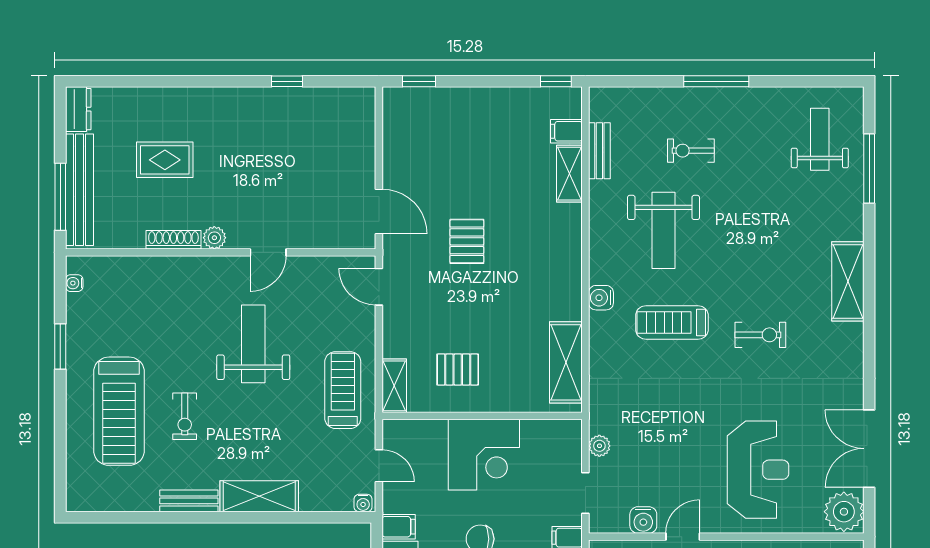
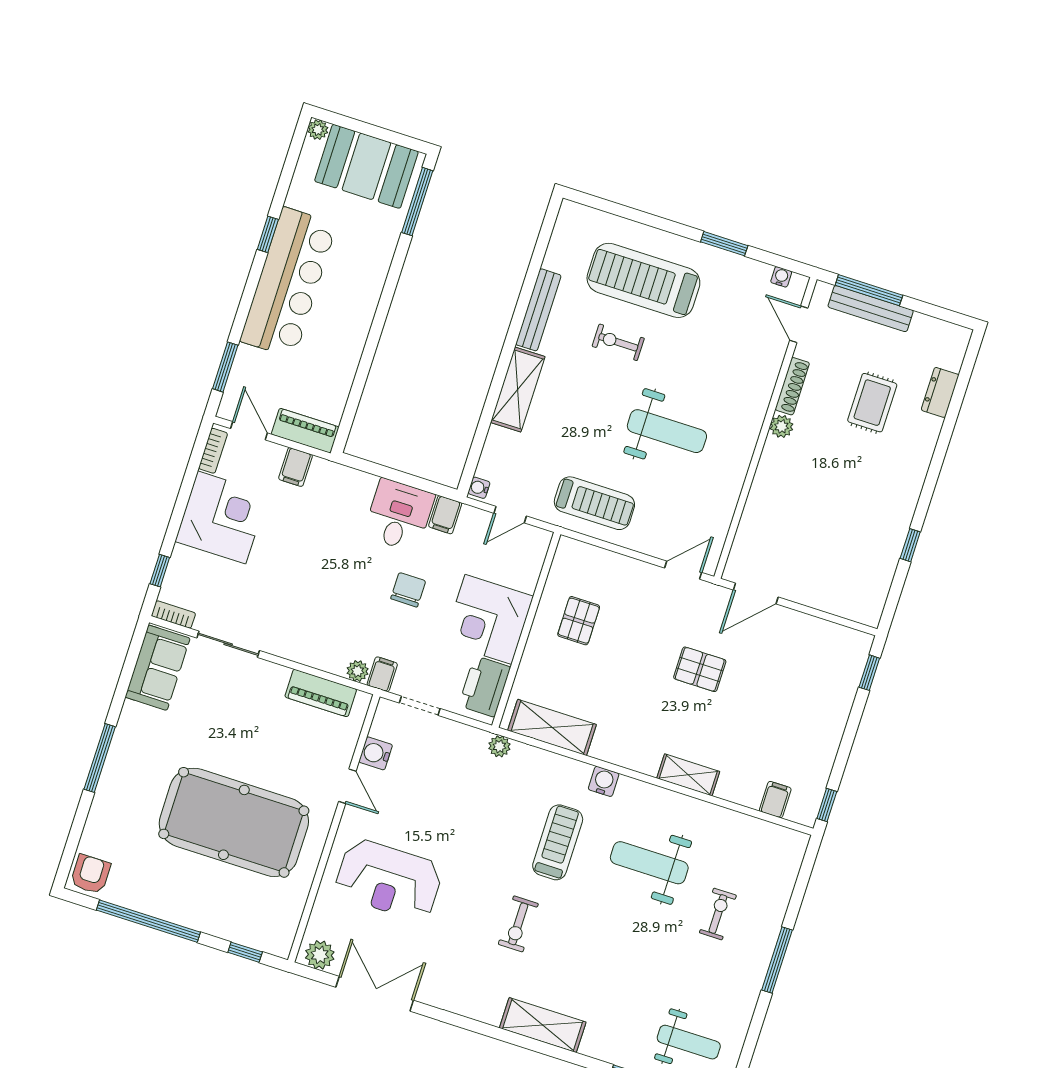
dresser: (78, 109) -> (940, 392), moved, turned 90
bench: (599, 151) -> (746, 825), removed
shelving: (569, 174) -> (688, 775), moved
bench: (80, 190) -> (871, 309), width x0.73, depth x0.82
door: (268, 252) -> (799, 324), moved
shelving: (394, 386) -> (583, 554), removed
printer: (548, 438) -> (485, 686), added
plant: (599, 446) -> (499, 746), moved
bench: (189, 501) -> (538, 310), width x1.36
plant: (844, 512) -> (320, 955), width x0.73, depth x0.73

